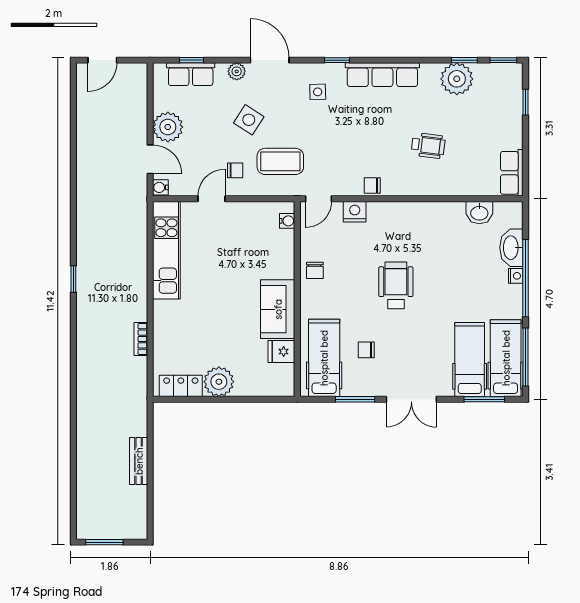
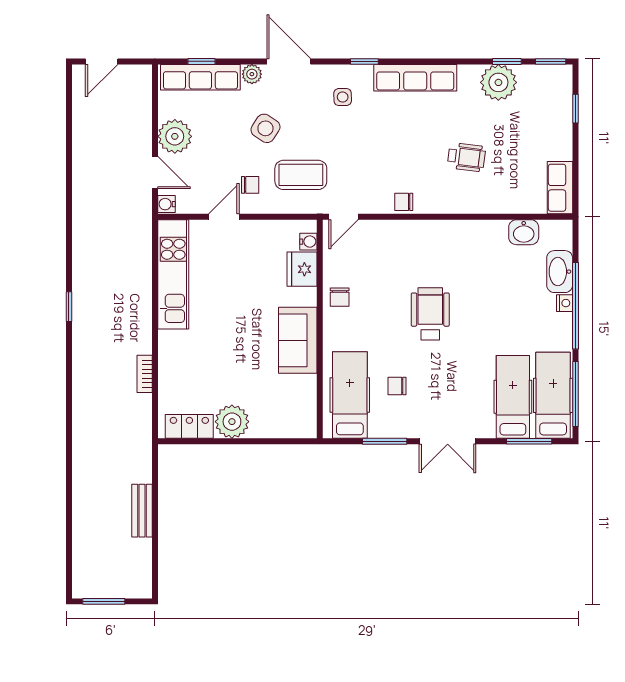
row of seats: (191, 74) -> (200, 77), width x1.48
nightstand: (355, 212) -> (384, 231), removed
fridge: (281, 352) -> (302, 269), moved, width x1.38

